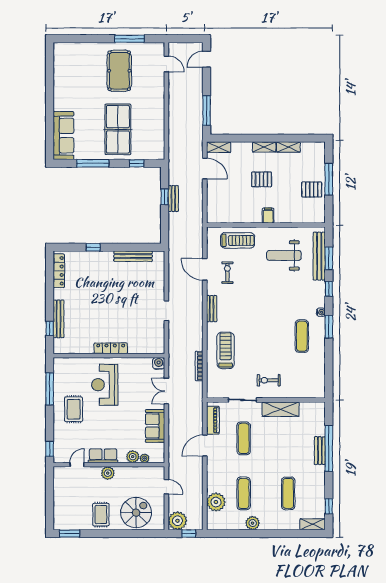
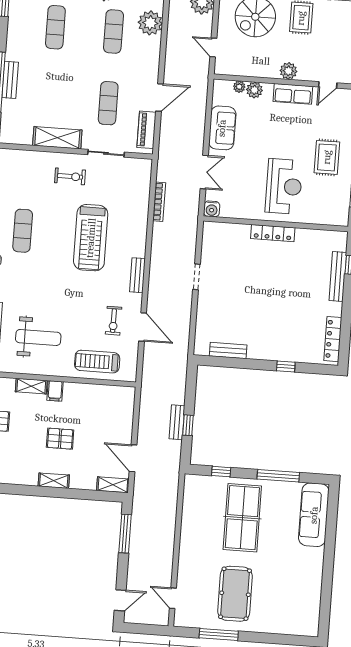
shelving: (288, 147) -> (31, 386), moved
bench: (133, 256) -> (228, 351), width x0.73
treadmill: (226, 350) -> (91, 238), moved, width x1.37, depth x1.38

